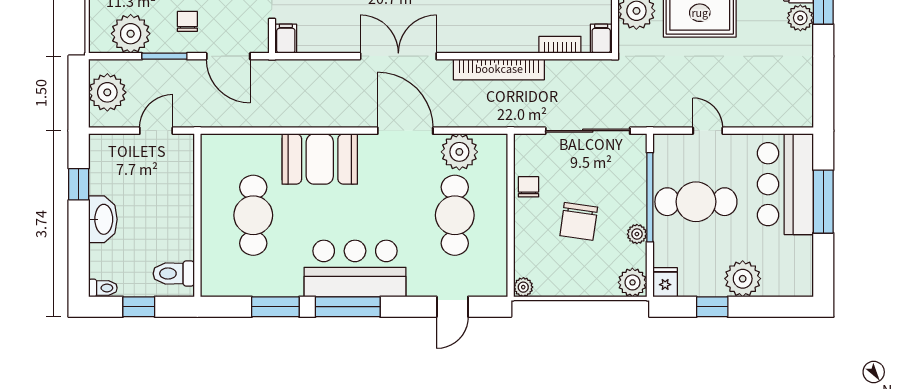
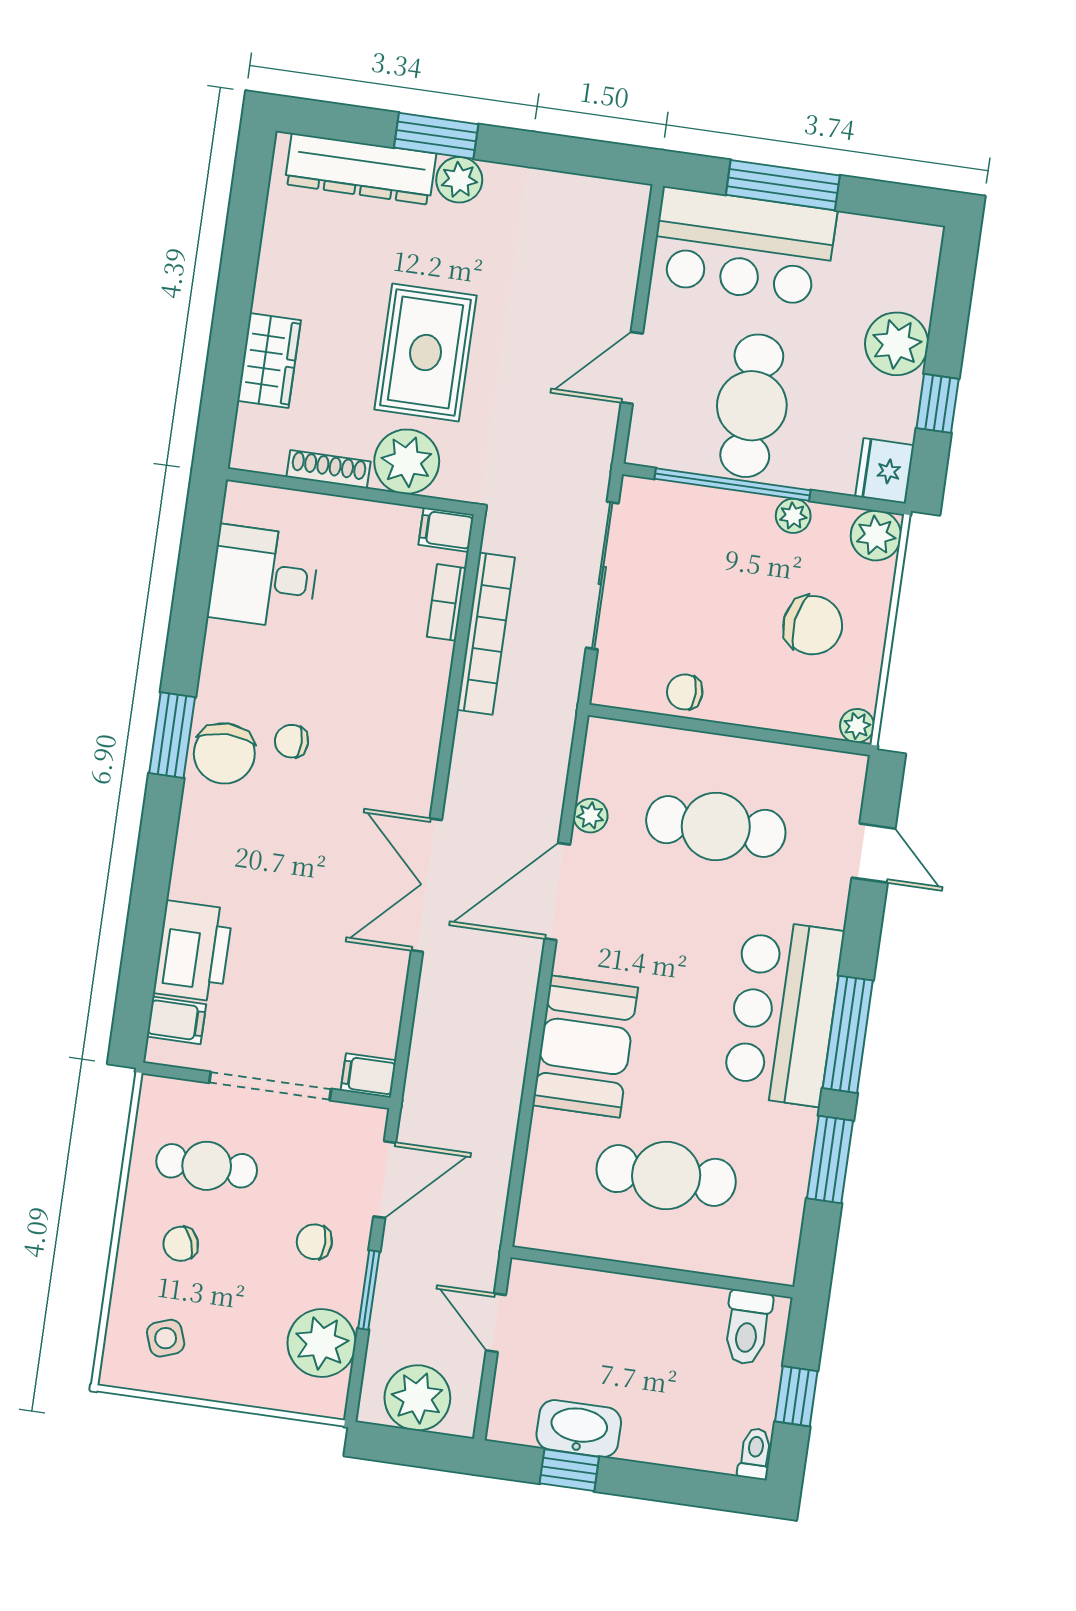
bookcase: (499, 69) -> (486, 634), moved
door: (708, 131) -> (632, 368), width x1.37
plant: (459, 152) -> (590, 816), width x0.53, depth x0.53
washbasin: (103, 219) -> (579, 1429), moved
chair: (579, 221) -> (813, 625), moved
fridge: (665, 282) -> (885, 471), width x1.38

